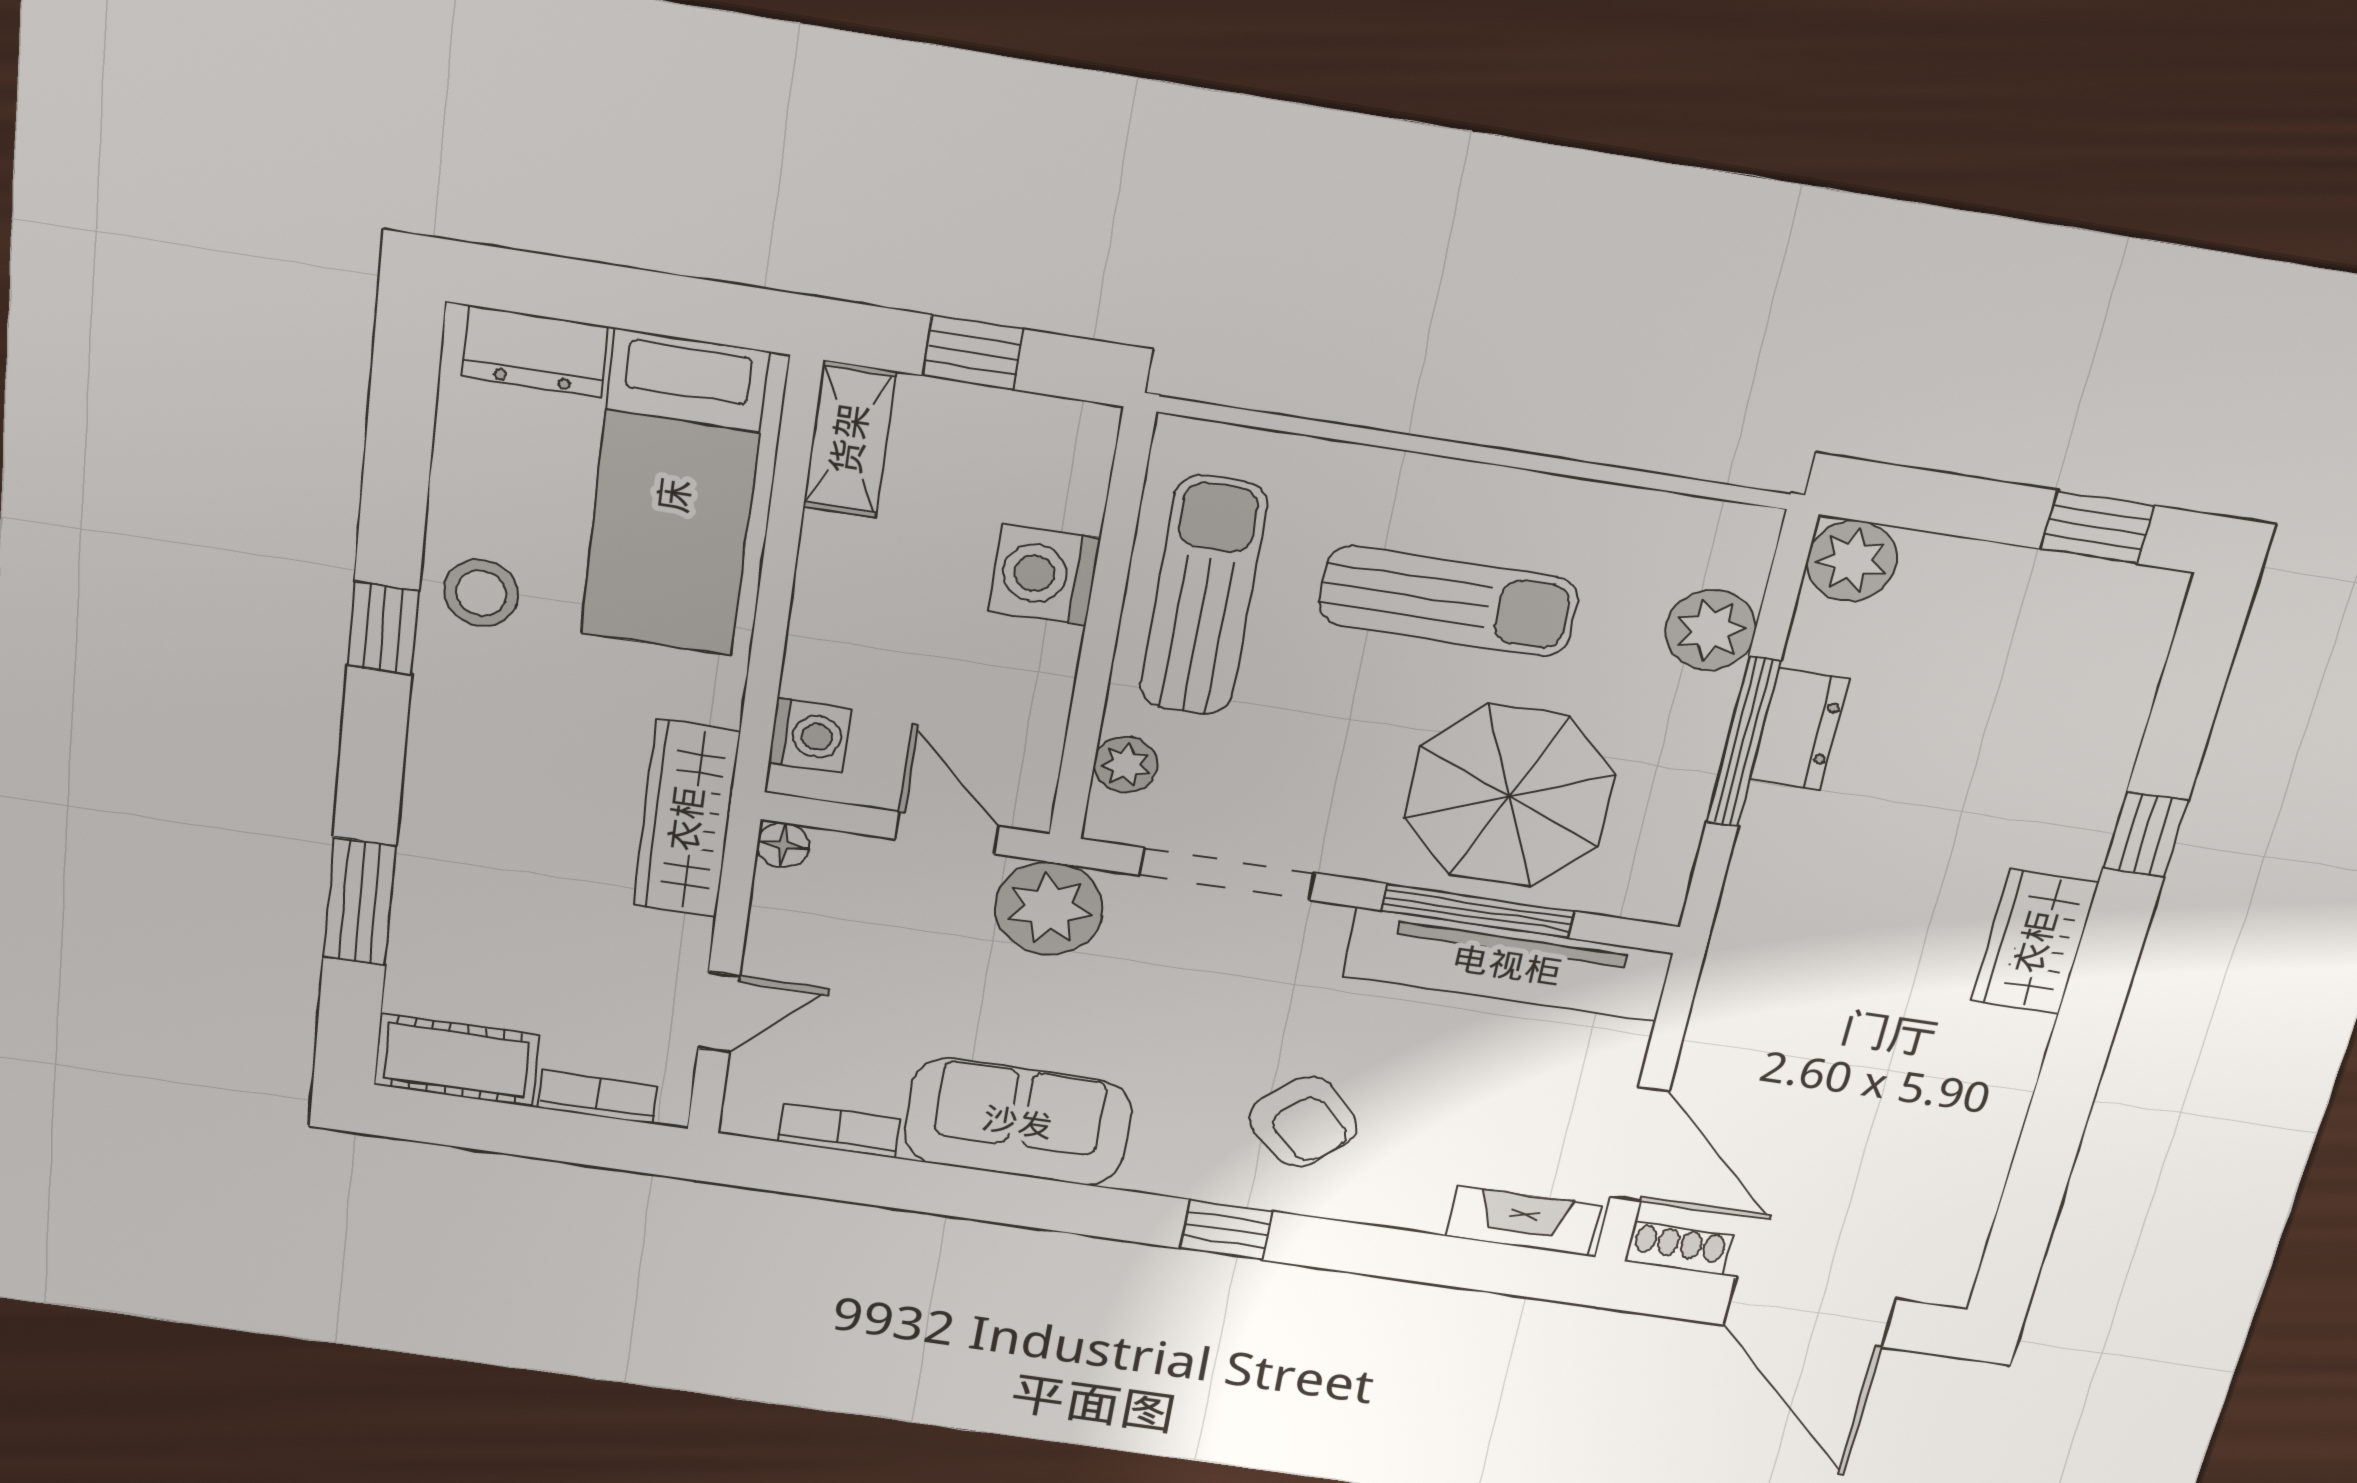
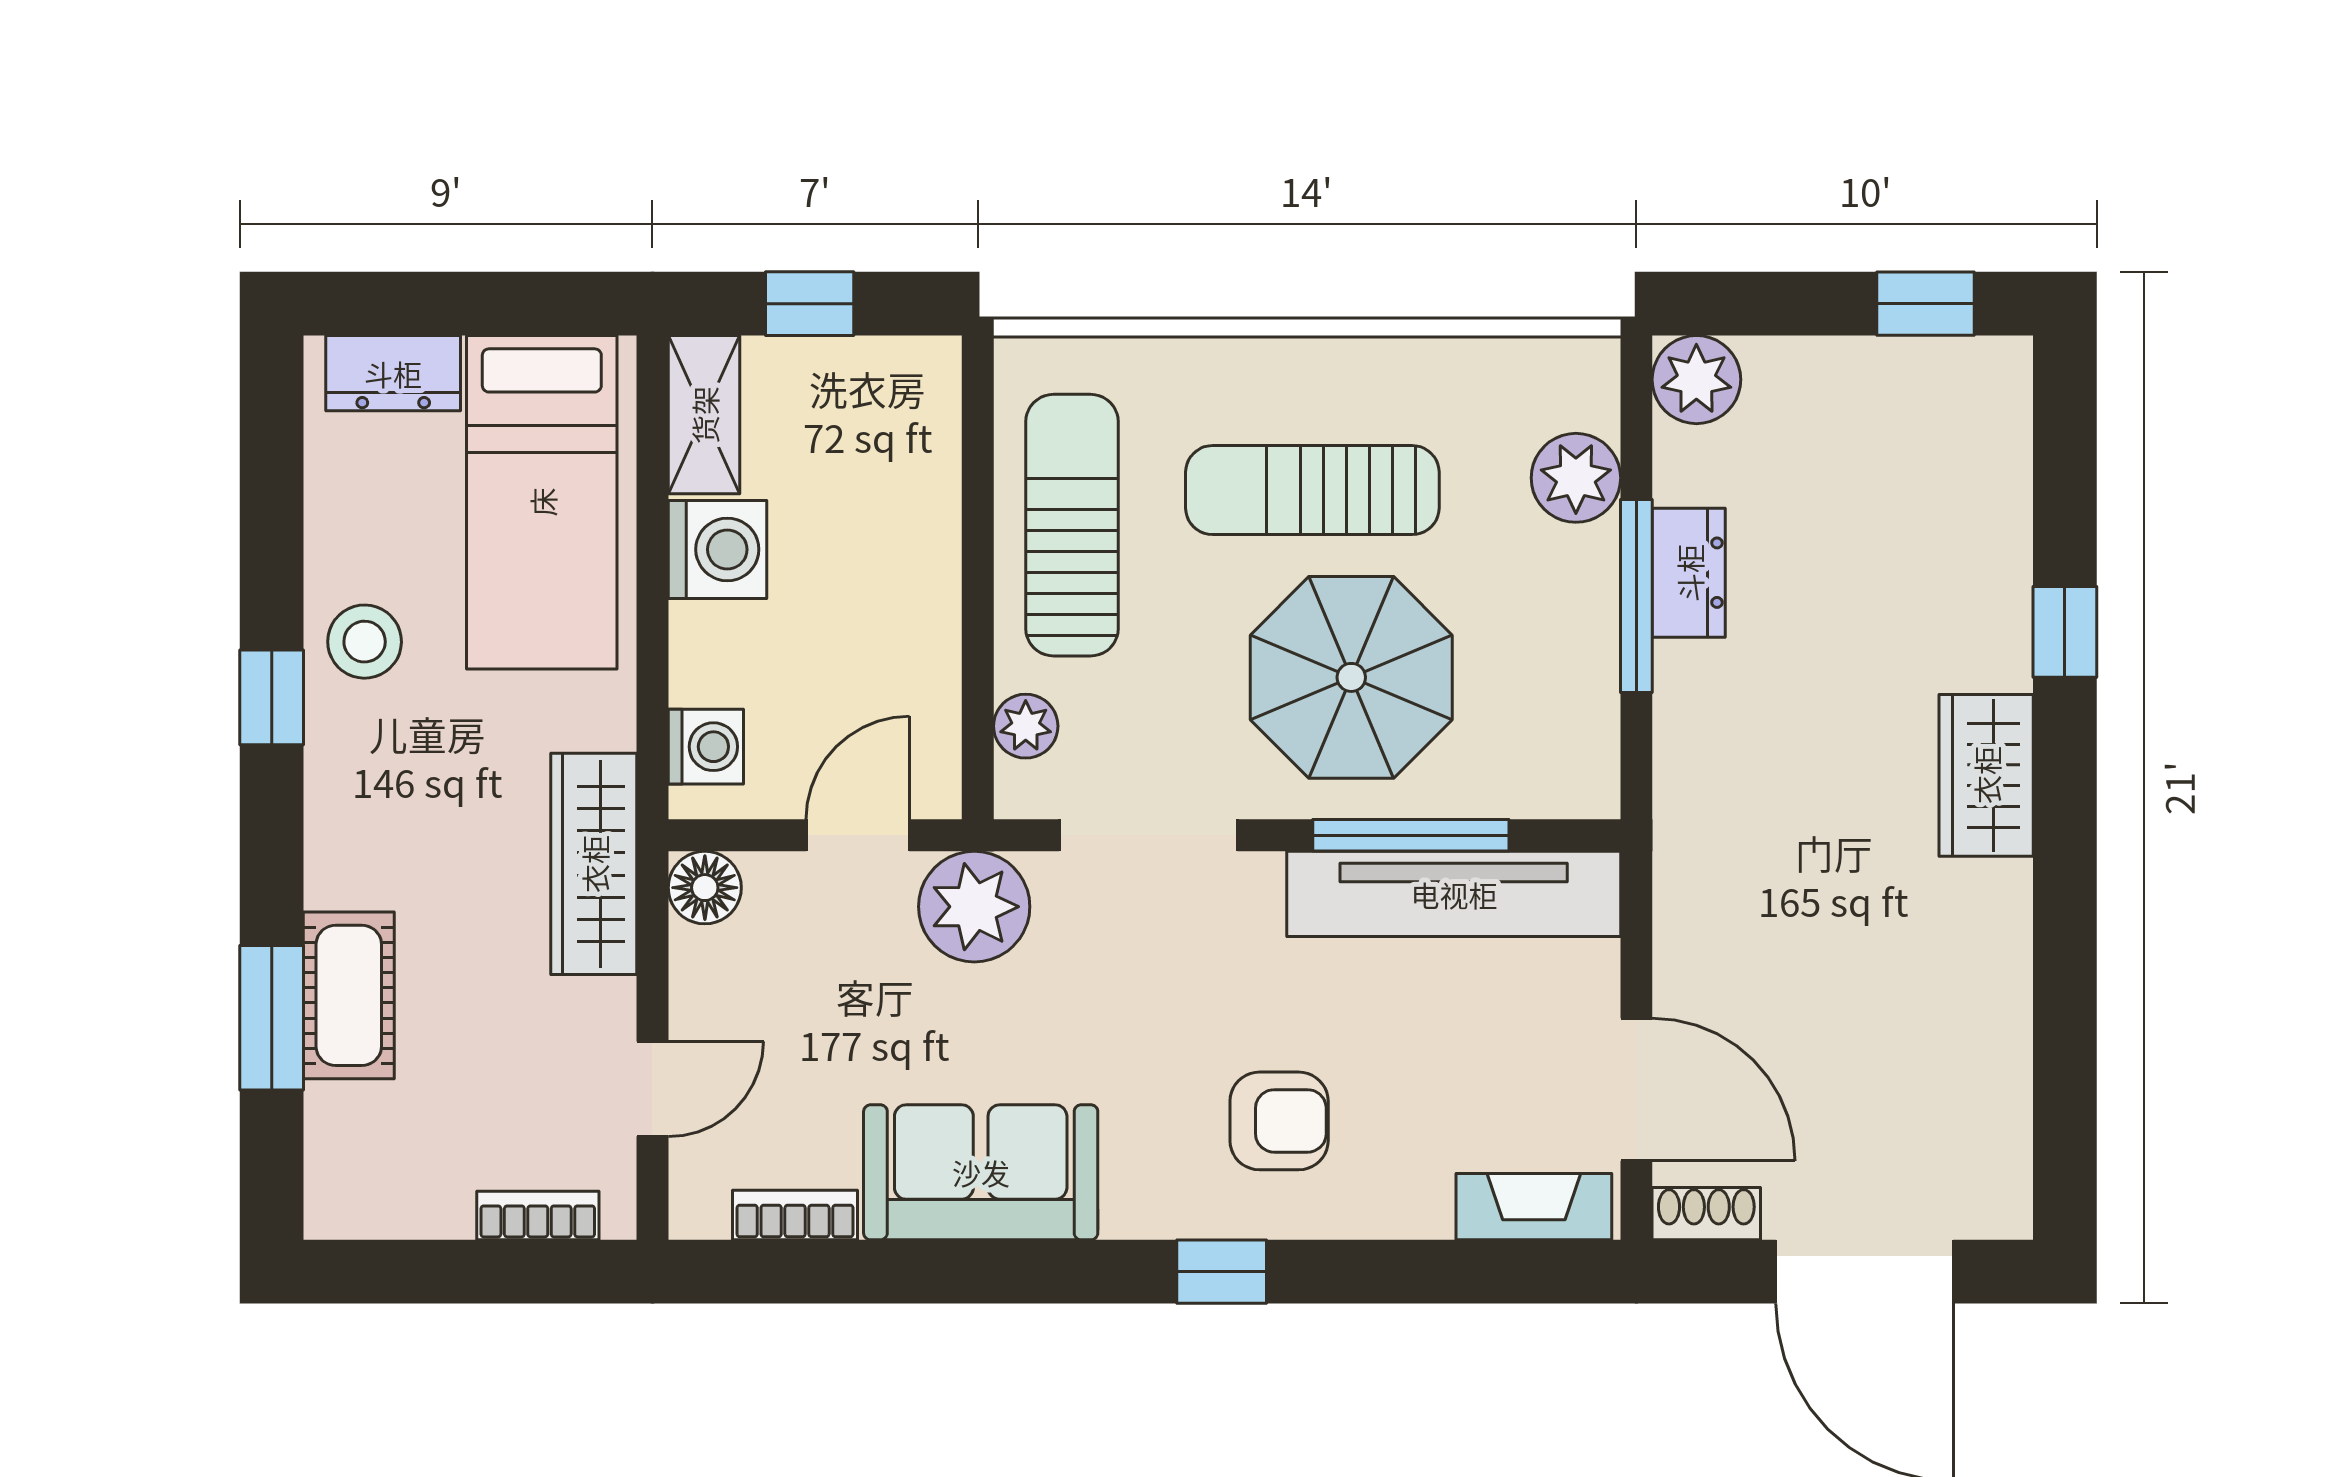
washing machine: (1044, 575) -> (717, 549), moved, turned 180
sun lounger: (1448, 601) -> (1312, 490), turned 180
parasol: (1509, 796) -> (1351, 677), moved
door: (947, 833) -> (858, 835), hinge flipped
floor lamp: (783, 845) -> (705, 888), width x1.37, depth x1.37
cot: (457, 1060) -> (349, 995), moved, turned 90
armchair: (1303, 1122) -> (1279, 1121), turned -46

